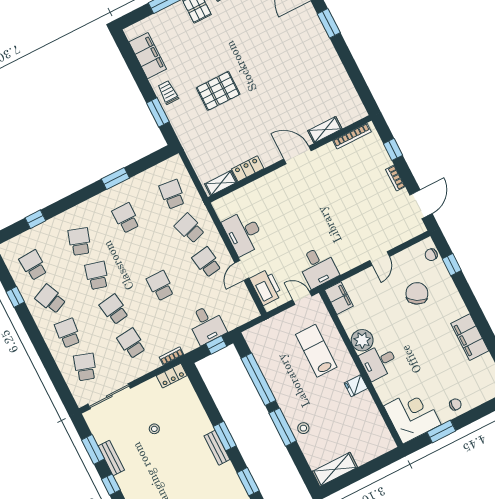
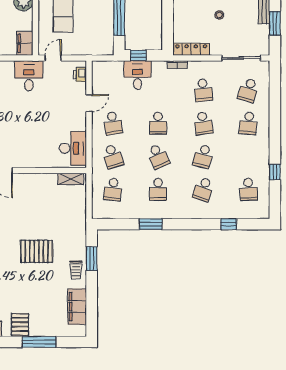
locker: (248, 169) -> (44, 180), removed
desk: (243, 233) -> (73, 148), moved
printer: (266, 287) -> (80, 74), width x0.53, depth x0.68
door: (302, 298) -> (53, 58), swing flipped
school desk: (51, 299) -> (158, 156), moved
locker: (172, 376) -> (191, 49), width x1.53

